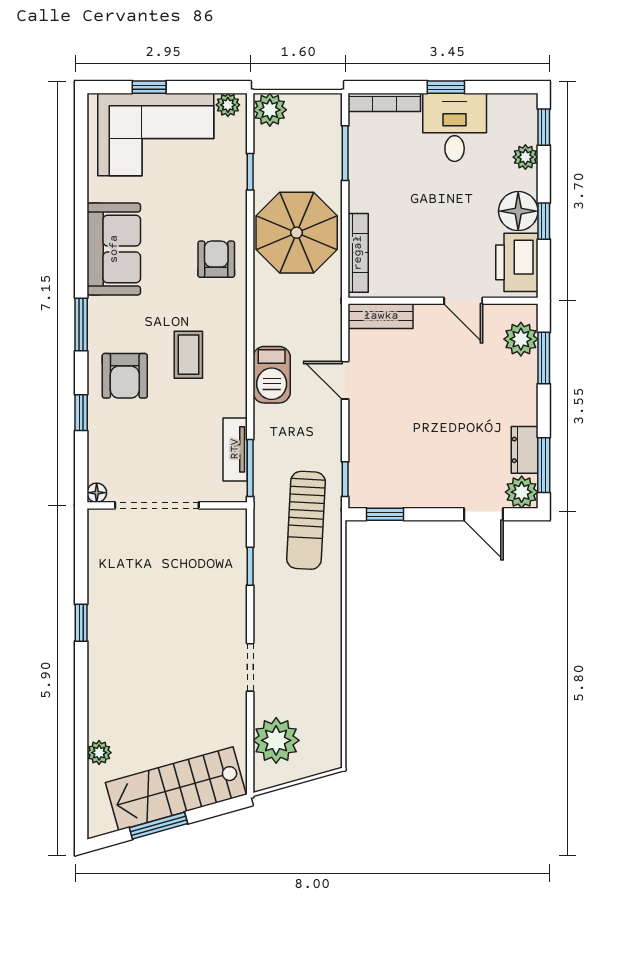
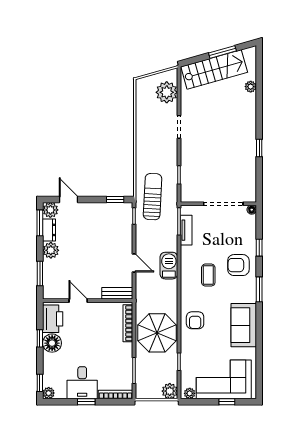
plant: (525, 157) -> (49, 393), moved
plant: (521, 339) -> (51, 250), moved
armchair: (125, 376) -> (238, 265), turned -90

